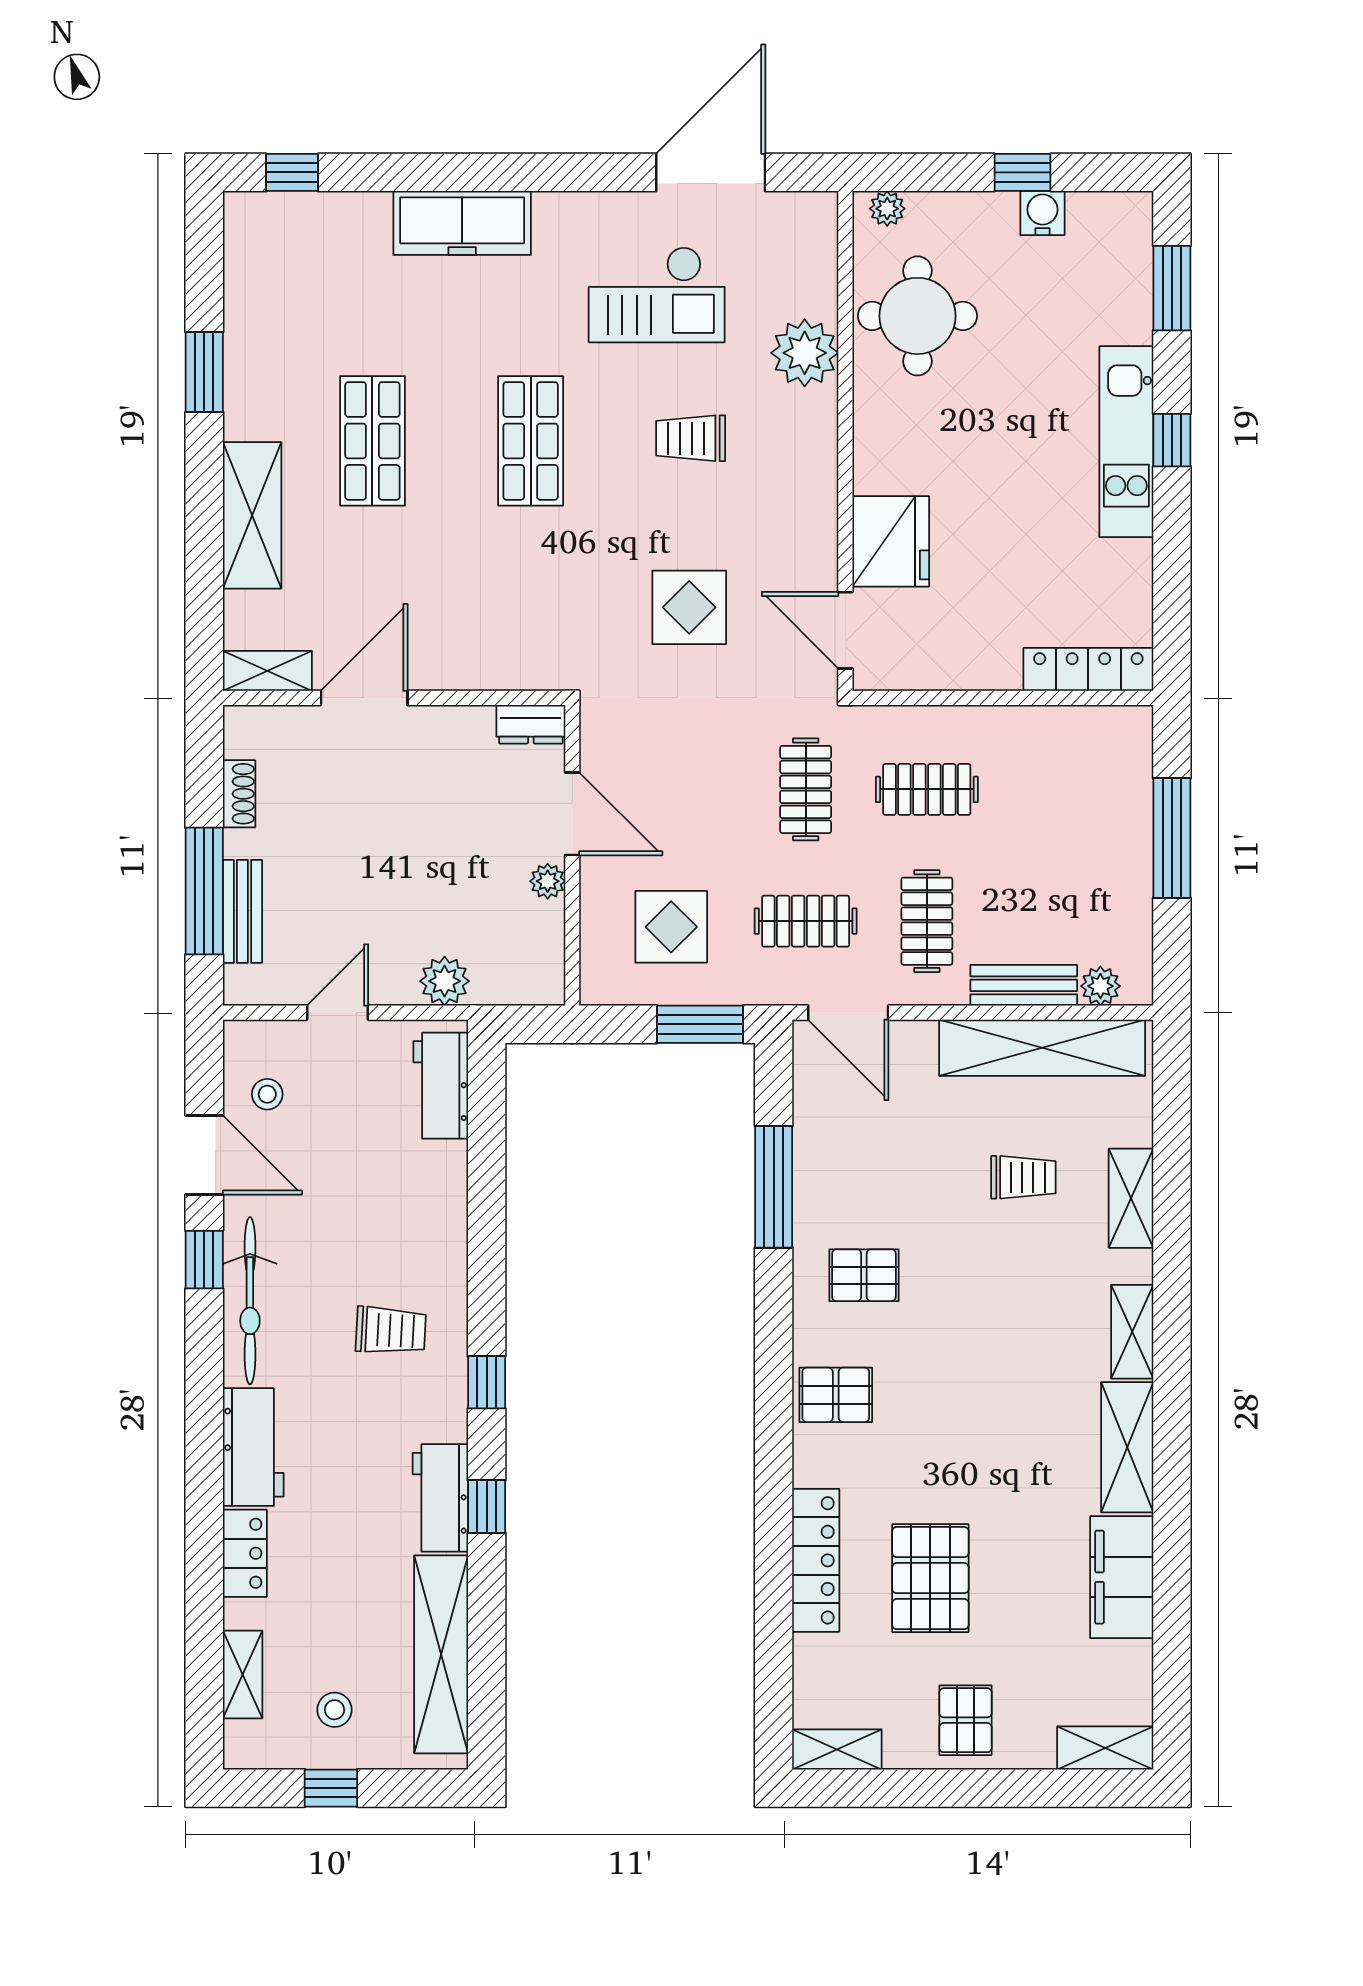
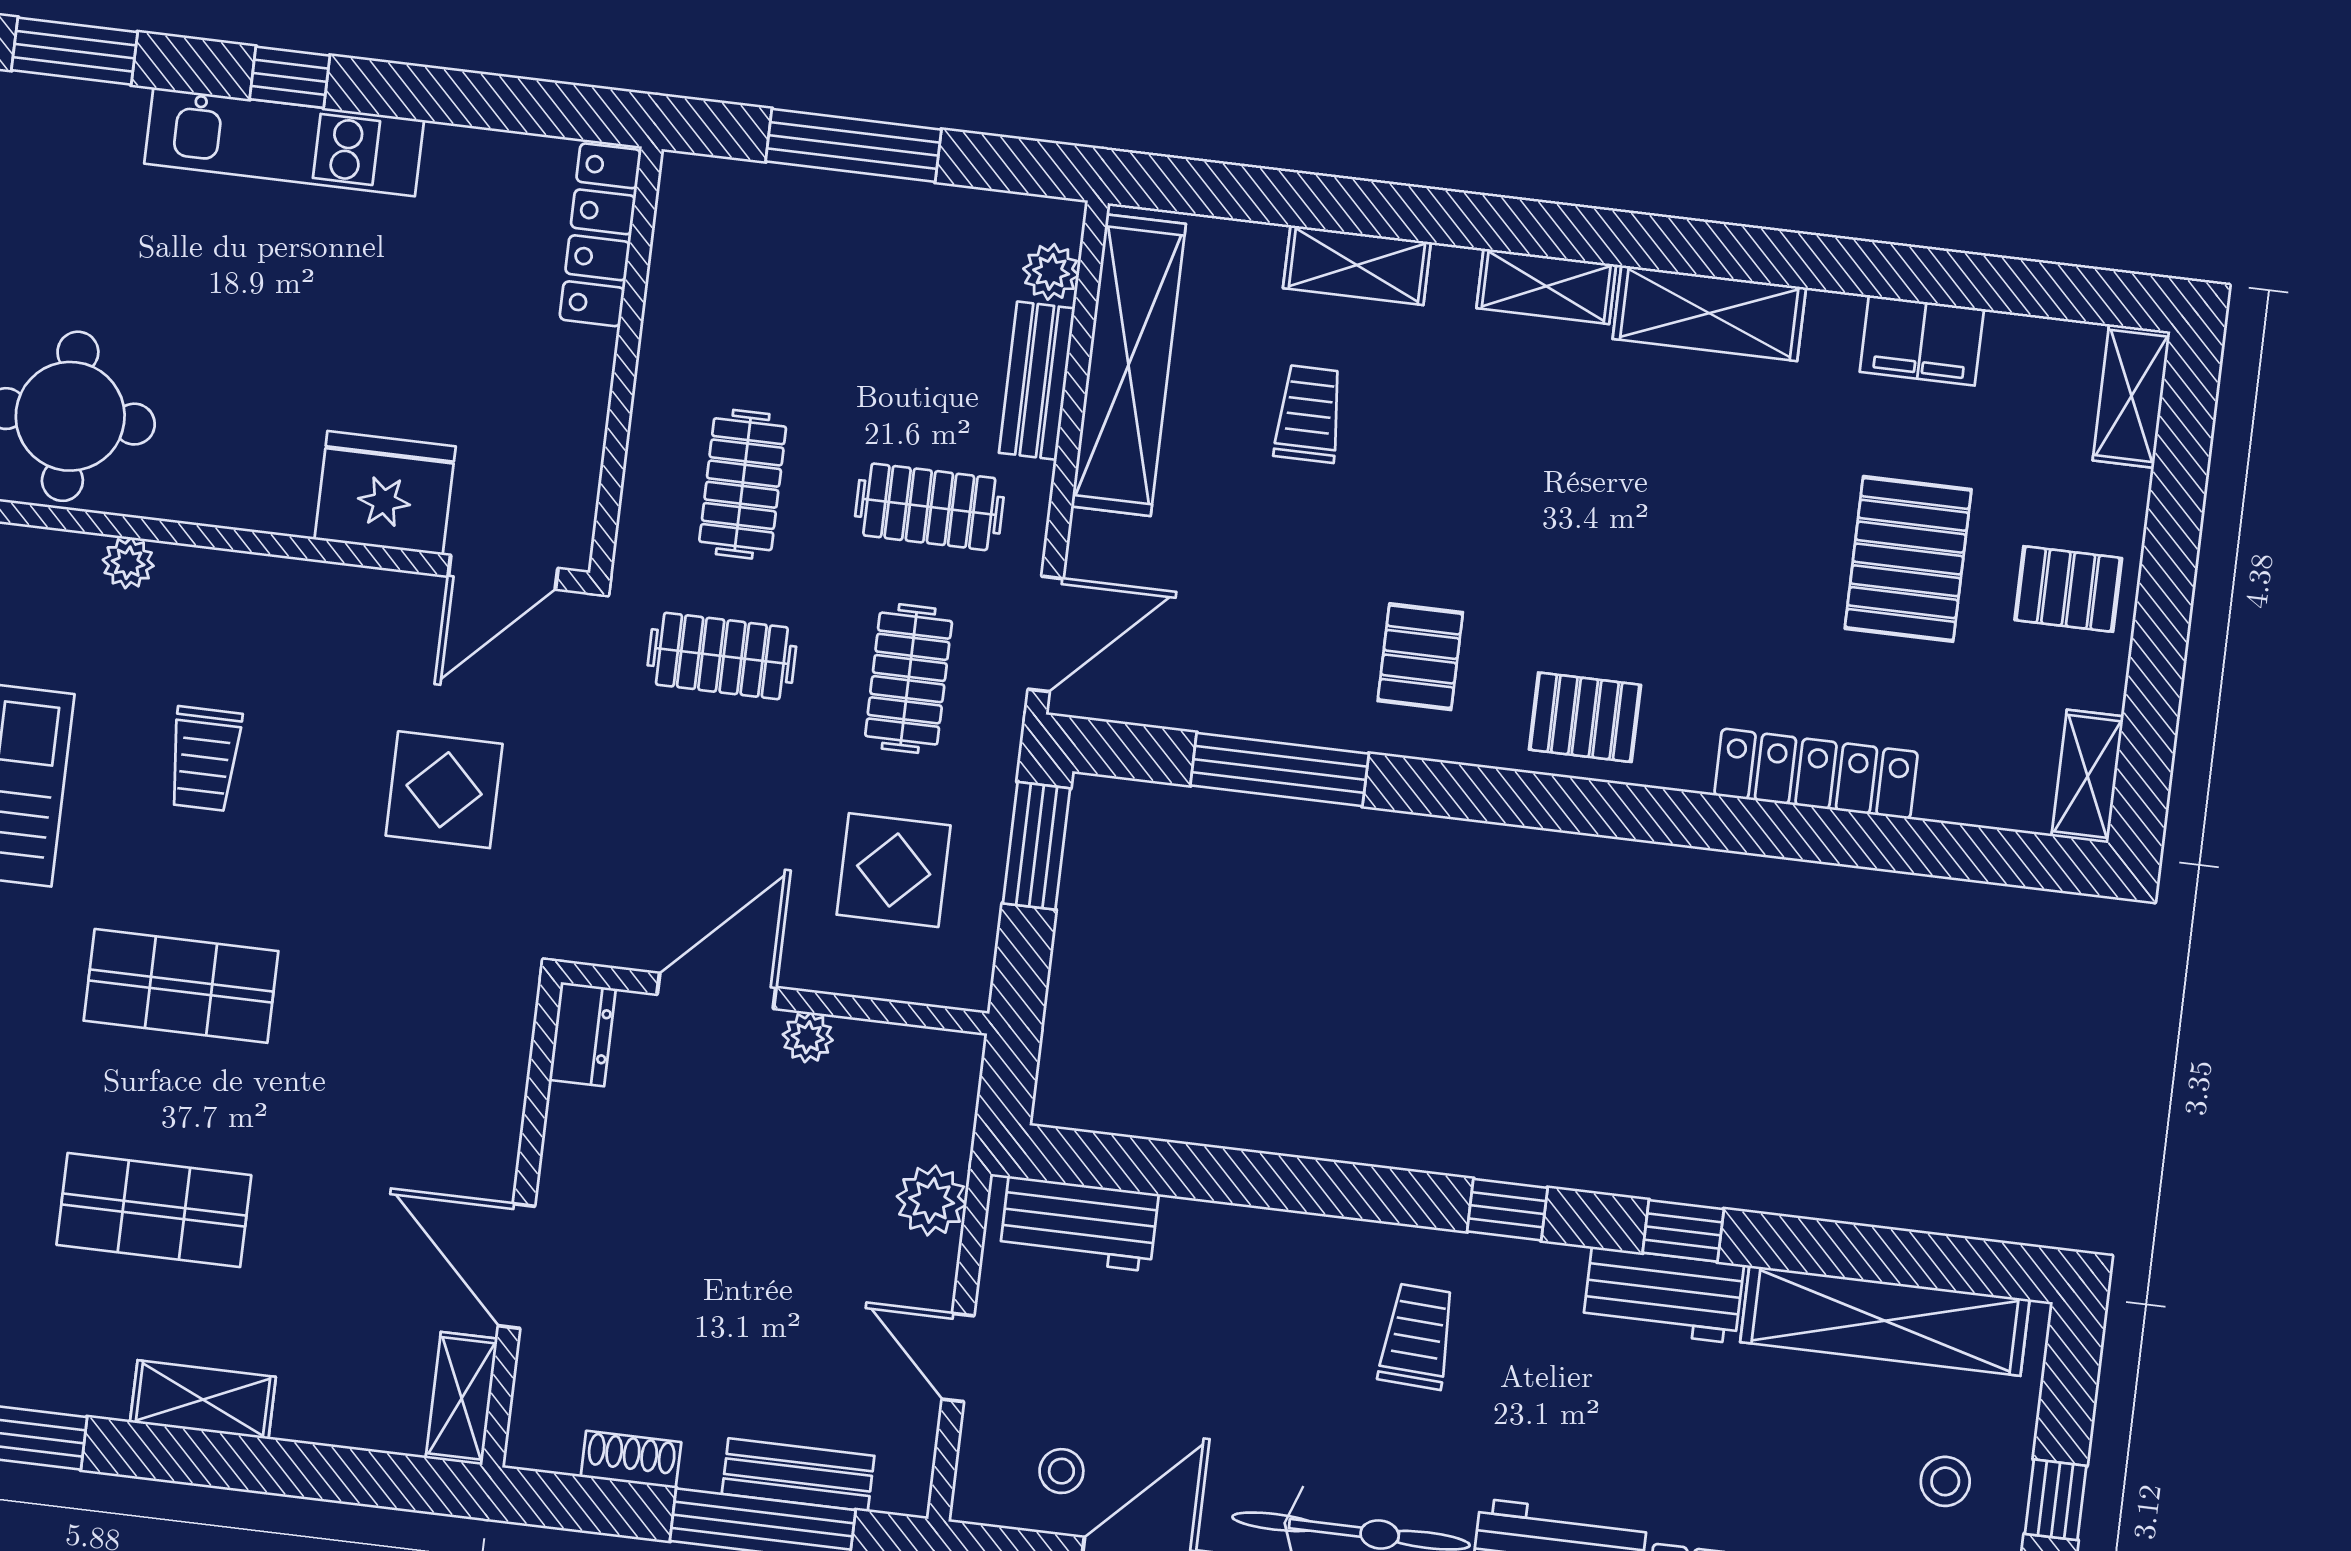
plant: (805, 353) -> (128, 563), width x0.53, depth x0.53
shelving: (252, 515) -> (203, 1400), width x0.67, depth x0.75
pallet: (836, 1395) -> (1585, 717), turned 90
filing cabinet: (1122, 1577) -> (1922, 340), width x0.67, depth x0.86
pallet: (930, 1578) -> (1908, 559), moved, turned 90

